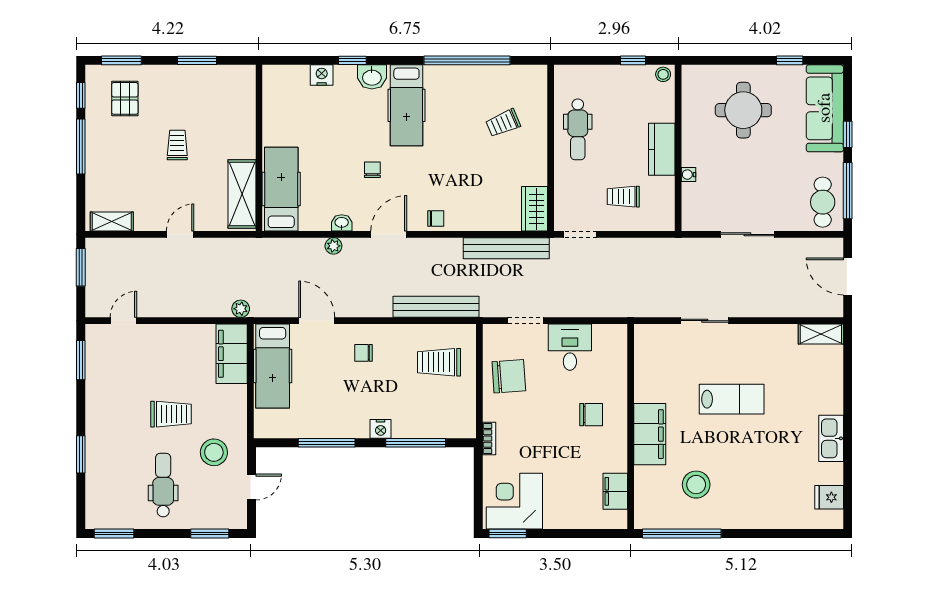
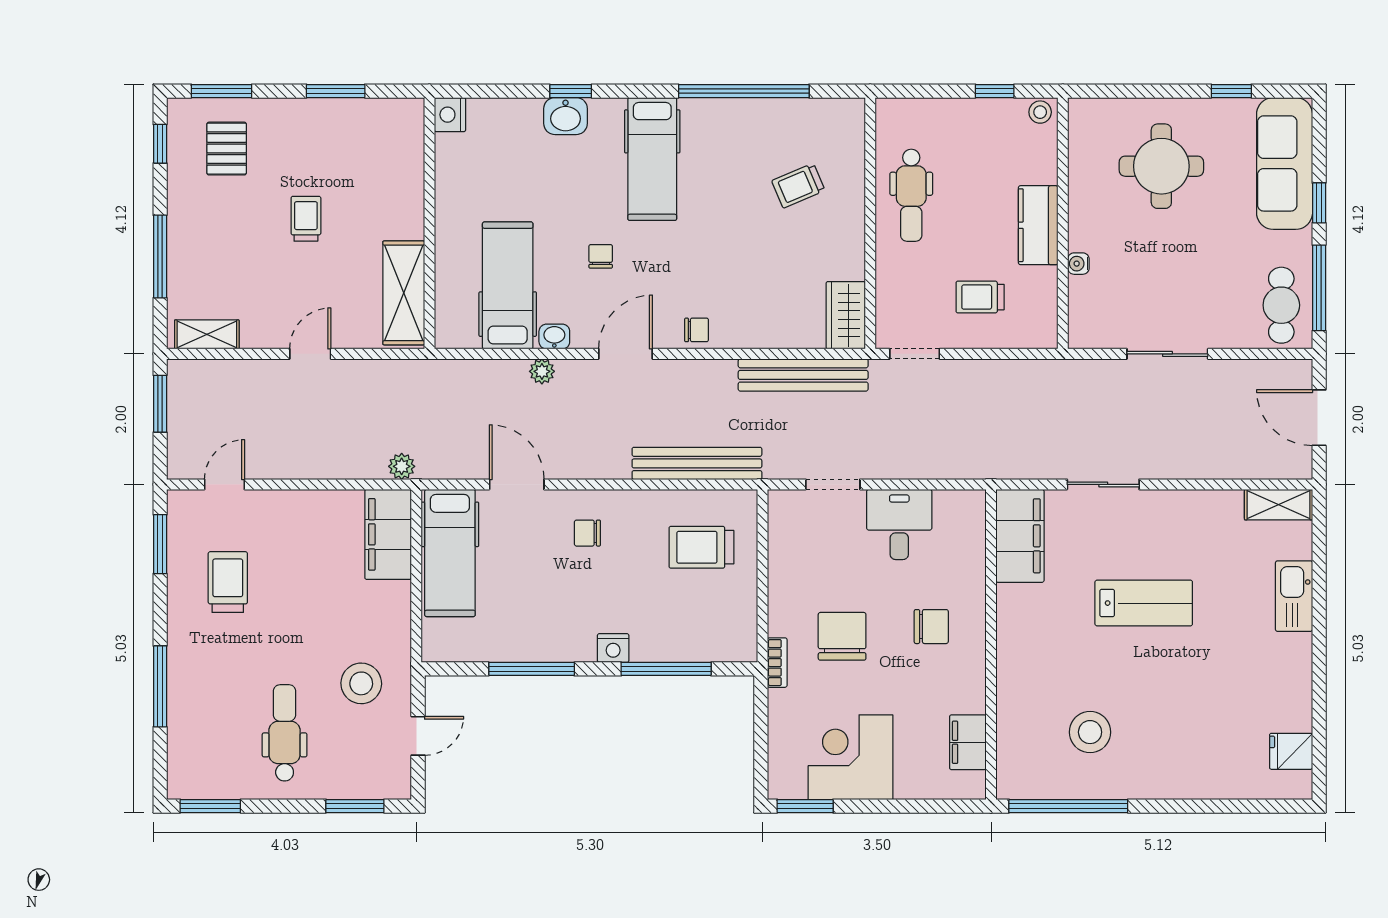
nightstand: (322, 75) -> (450, 115), moved, turned -90
washbasin: (372, 77) -> (566, 116), moved
window: (81, 147) -> (160, 257), moved
hospital bed: (281, 189) -> (508, 285), moved
chair: (509, 376) -> (842, 636), moved, turned -86
trolley: (171, 414) -> (228, 582), moved, turned -90
filing cabinet: (650, 434) -> (1020, 536), moved
kitchen sink: (831, 438) -> (1294, 596), moved
window: (81, 454) -> (160, 686), width x1.44
corner desk: (514, 501) -> (851, 757), moved

